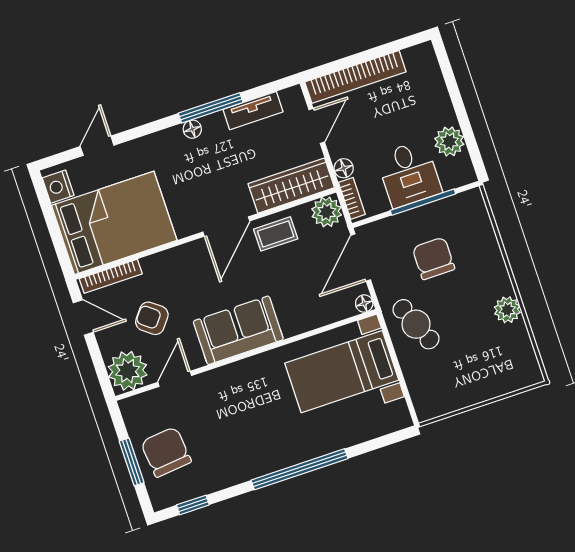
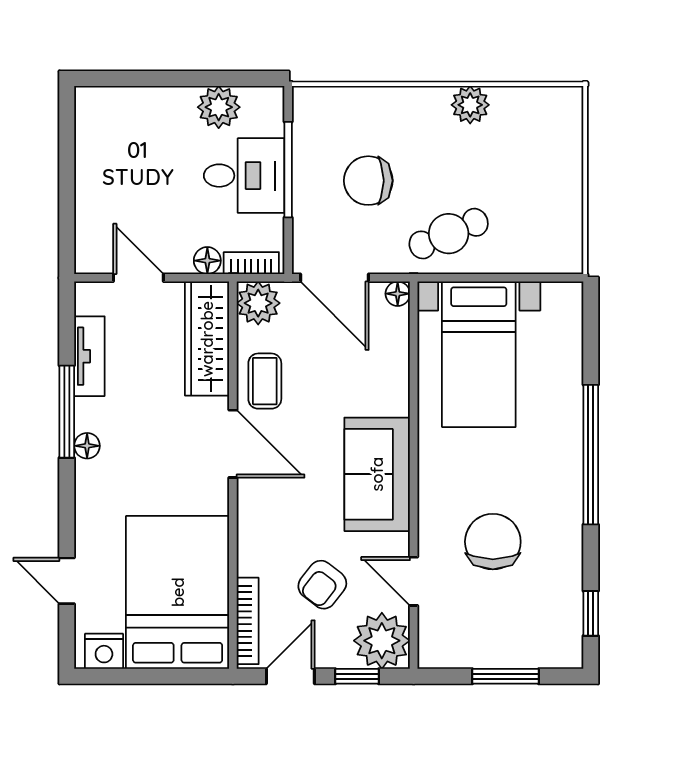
bookcase: (355, 77) -> (90, 204), removed
window: (98, 362) -> (357, 676), added
chair: (166, 452) -> (493, 542), moved, turned 96

